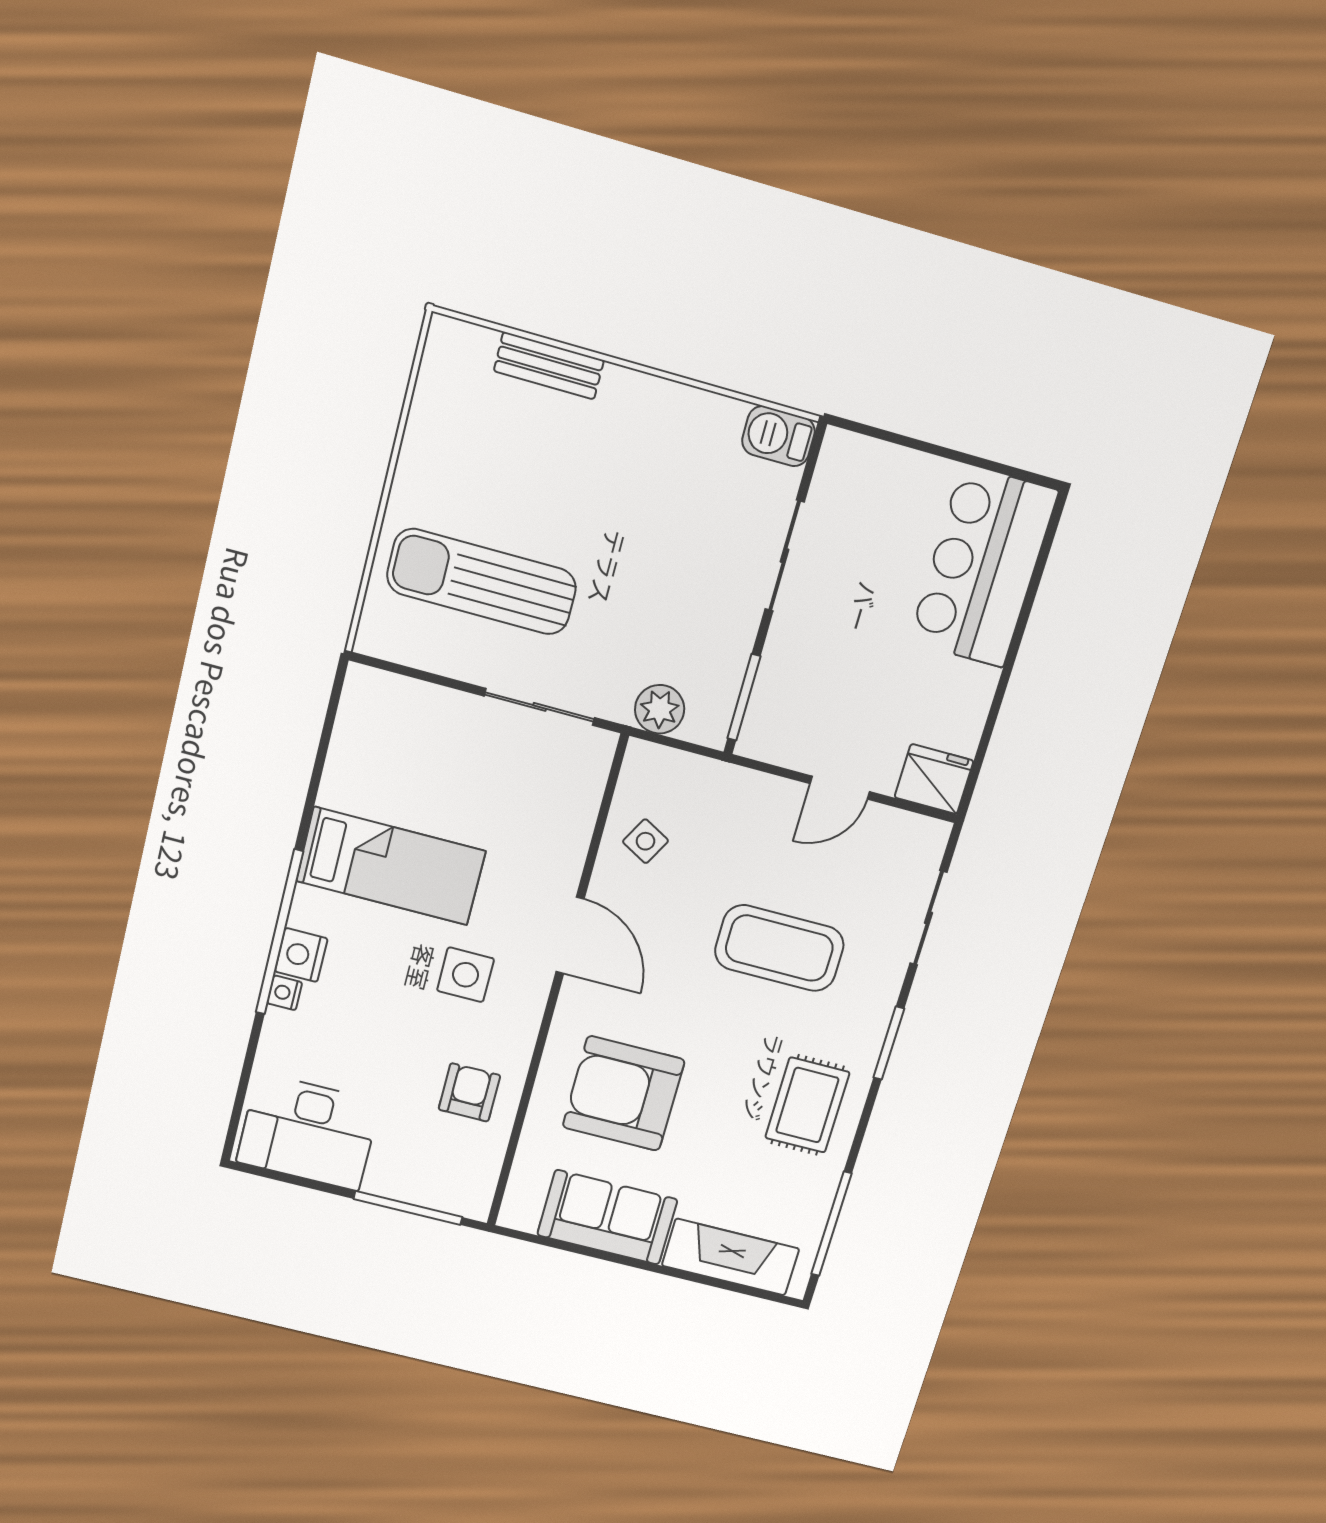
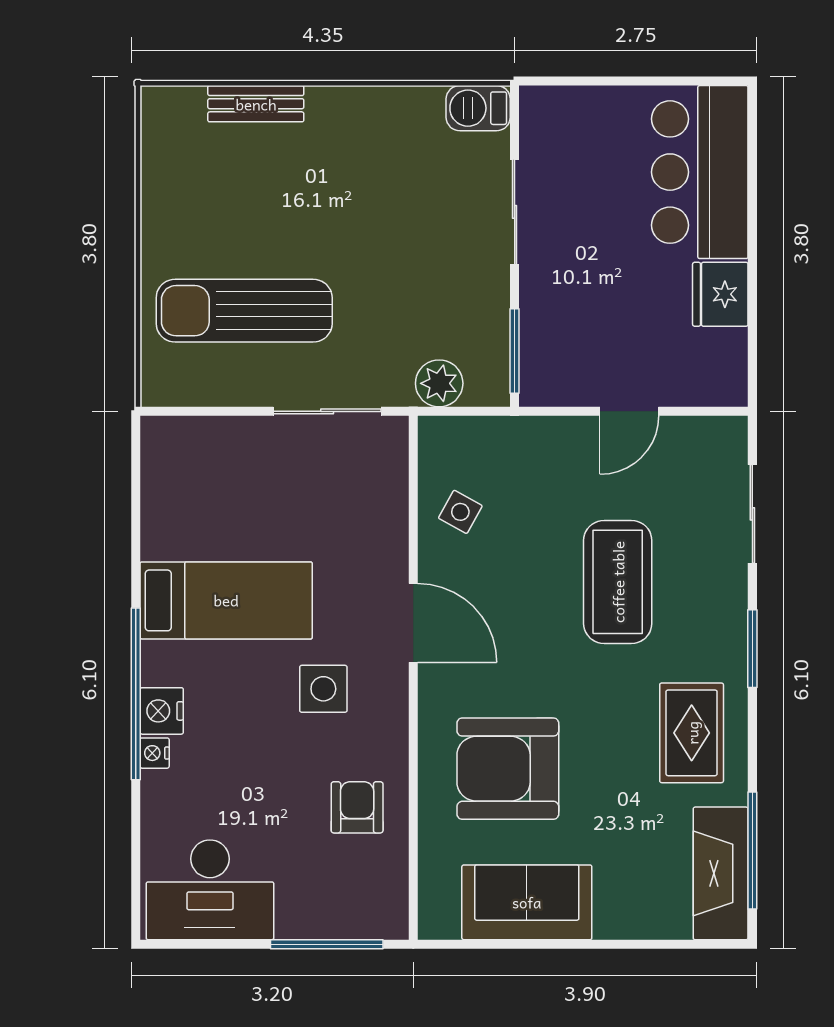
fridge: (934, 779) -> (720, 294), moved, turned -90
coffee table: (779, 948) -> (618, 582), turned 90
fireplace: (730, 1257) -> (721, 873), moved, turned -90

